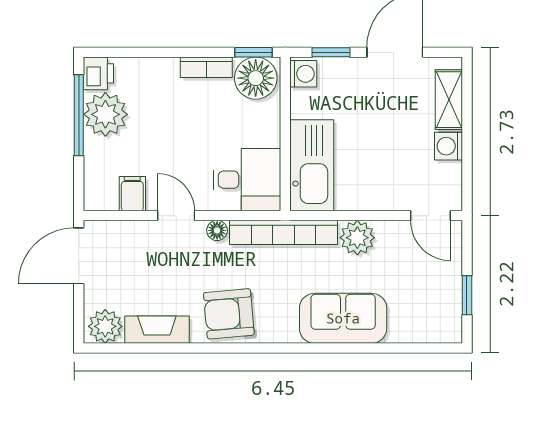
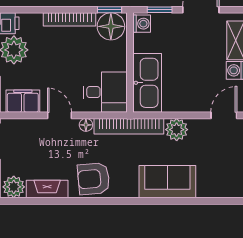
bookcase: (206, 67) -> (70, 19), width x1.56
filing cabinet: (132, 194) -> (23, 101), width x2.00
door: (430, 216) -> (224, 115), swing flipped

